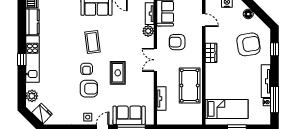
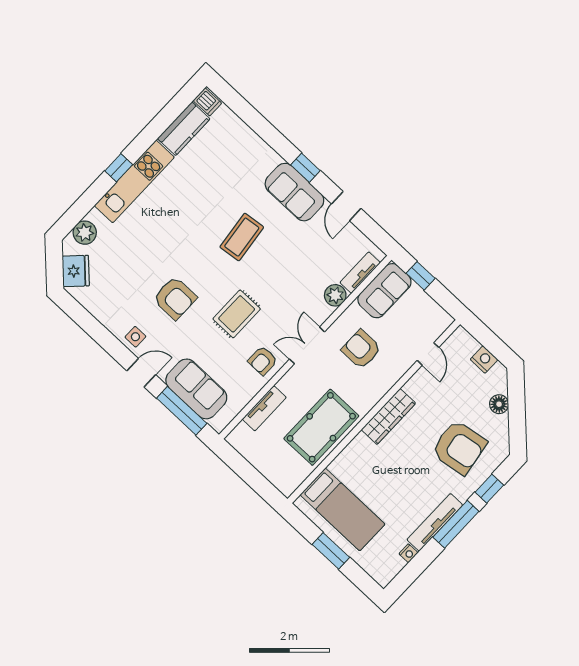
wardrobe: (211, 53) -> (388, 416), width x1.50
armchair: (87, 69) -> (263, 361), moved
window: (274, 100) -> (456, 524), moved

